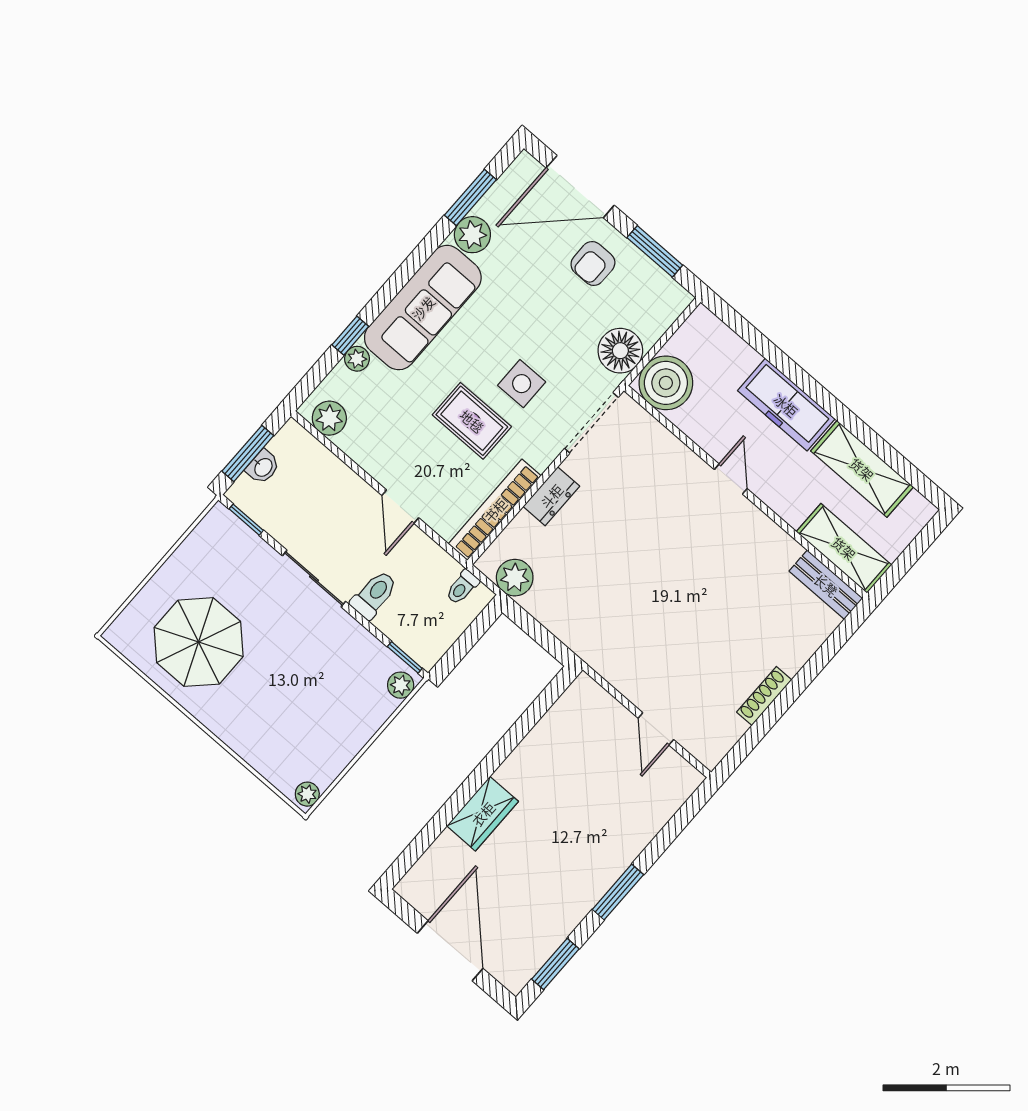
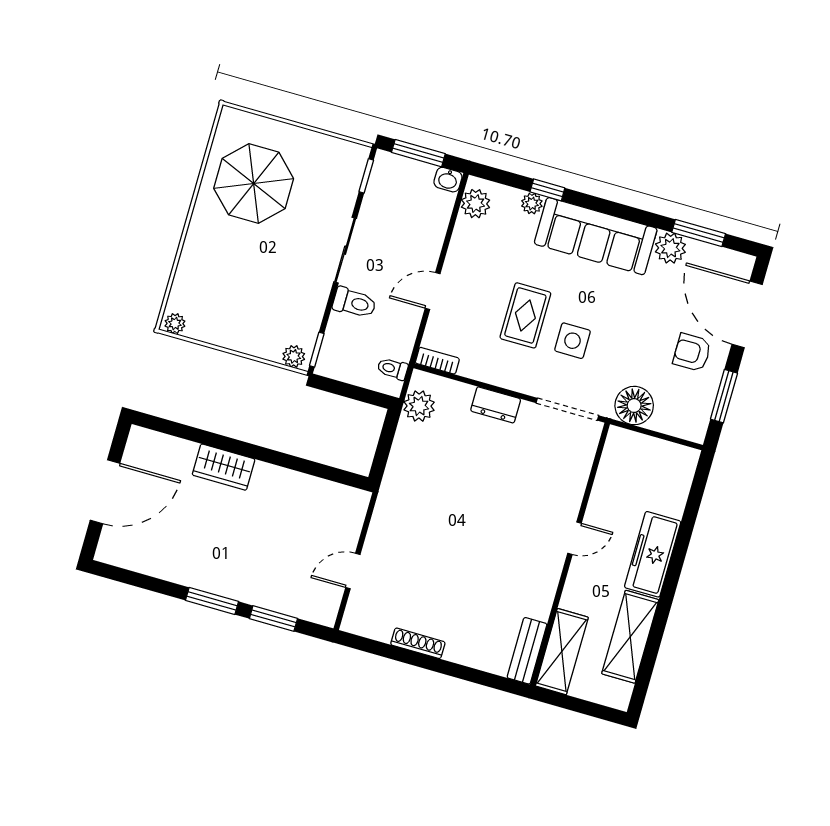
boiler: (666, 383) -> (626, 453), removed
washbasin: (263, 467) -> (448, 180), moved
bookcase: (495, 510) -> (437, 361), width x0.43, depth x0.76
window: (555, 964) -> (273, 618), moved

